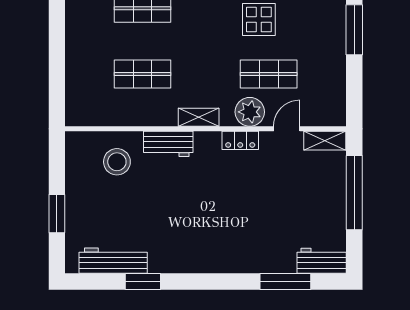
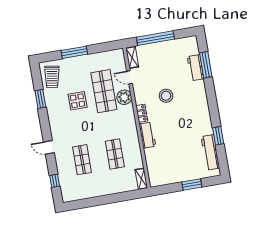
shop shelf: (269, 74) -> (104, 91), width x1.43, depth x1.36
shelving: (199, 117) -> (141, 179), moved
locker: (240, 140) -> (142, 113), moved
stool: (117, 162) -> (166, 96), moved
workbench: (322, 261) -> (196, 68), moved

